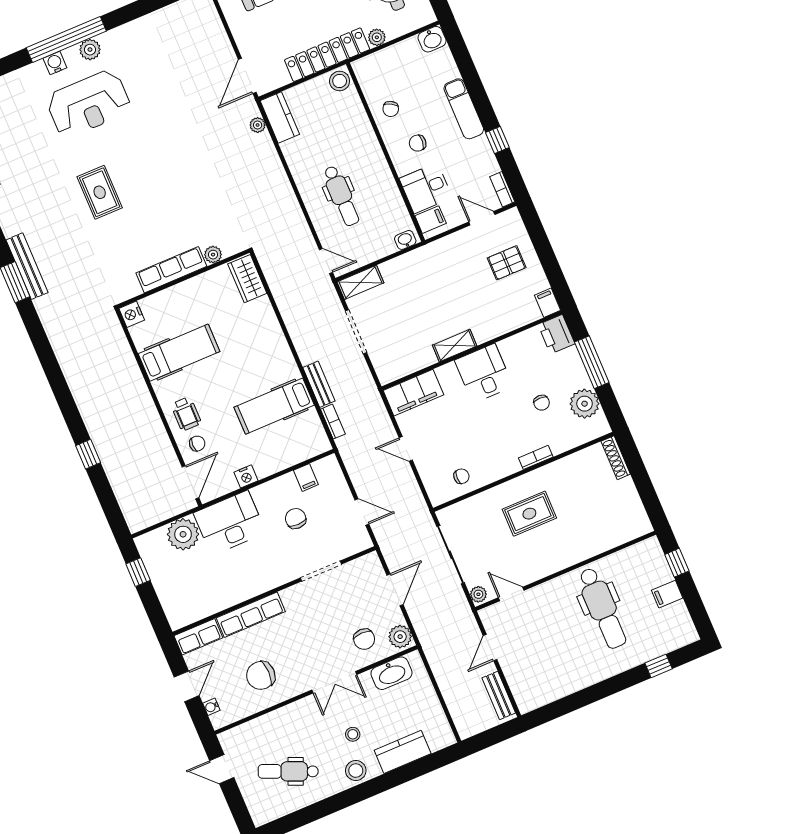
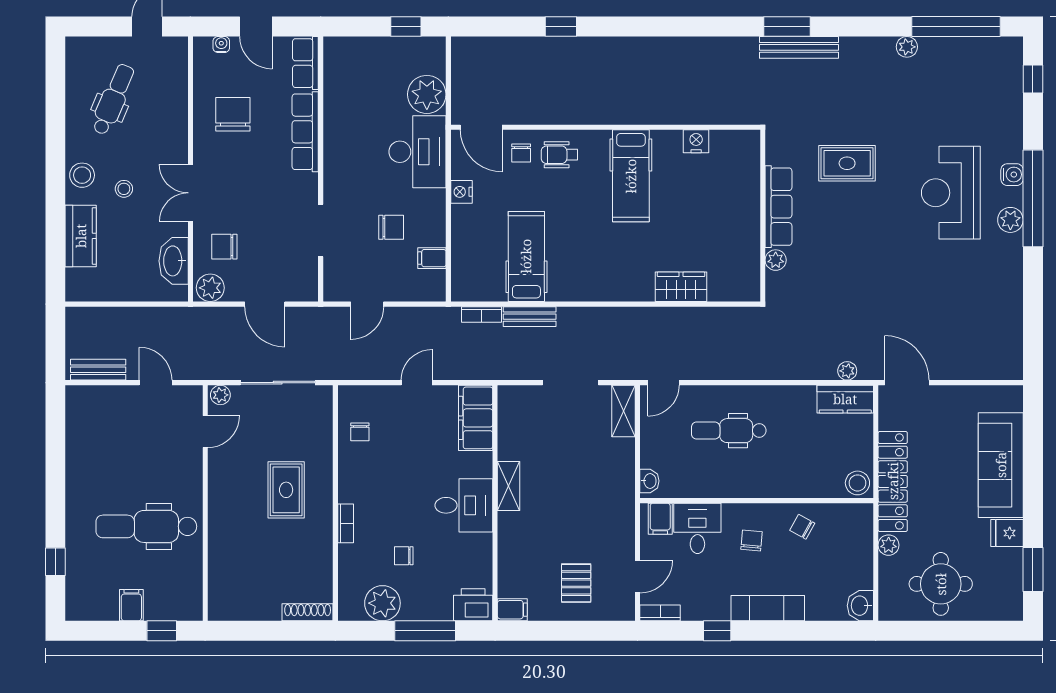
plant: (213, 255) -> (776, 260), moved
row of seats: (171, 270) -> (778, 207), moved
wall: (183, 279) -> (763, 216), moved

